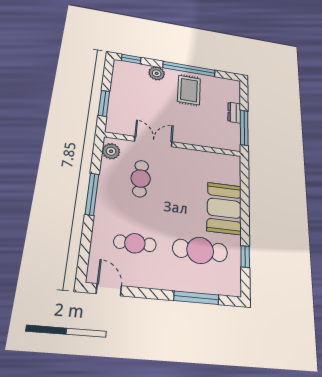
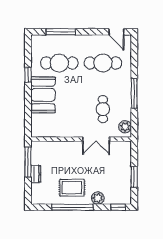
rug: (189, 90) -> (72, 188), turned 90
window: (104, 103) -> (134, 177), moved
cafe table: (135, 243) -> (103, 63), width x1.37, depth x1.35
window: (245, 257) -> (28, 75), moved

